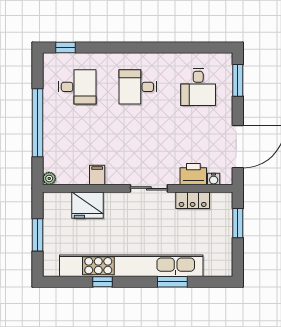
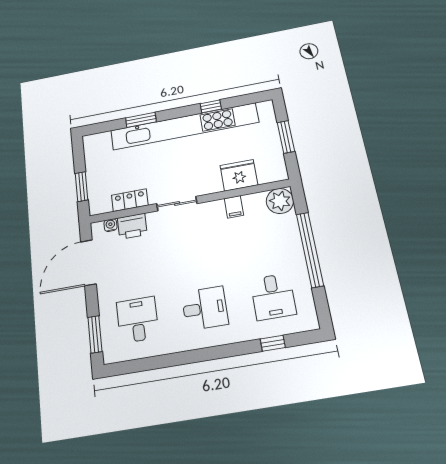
window: (65, 48) -> (273, 343), moved
desk: (77, 87) -> (273, 297), turned -90
plant: (49, 178) -> (280, 201), width x1.87, depth x1.87

